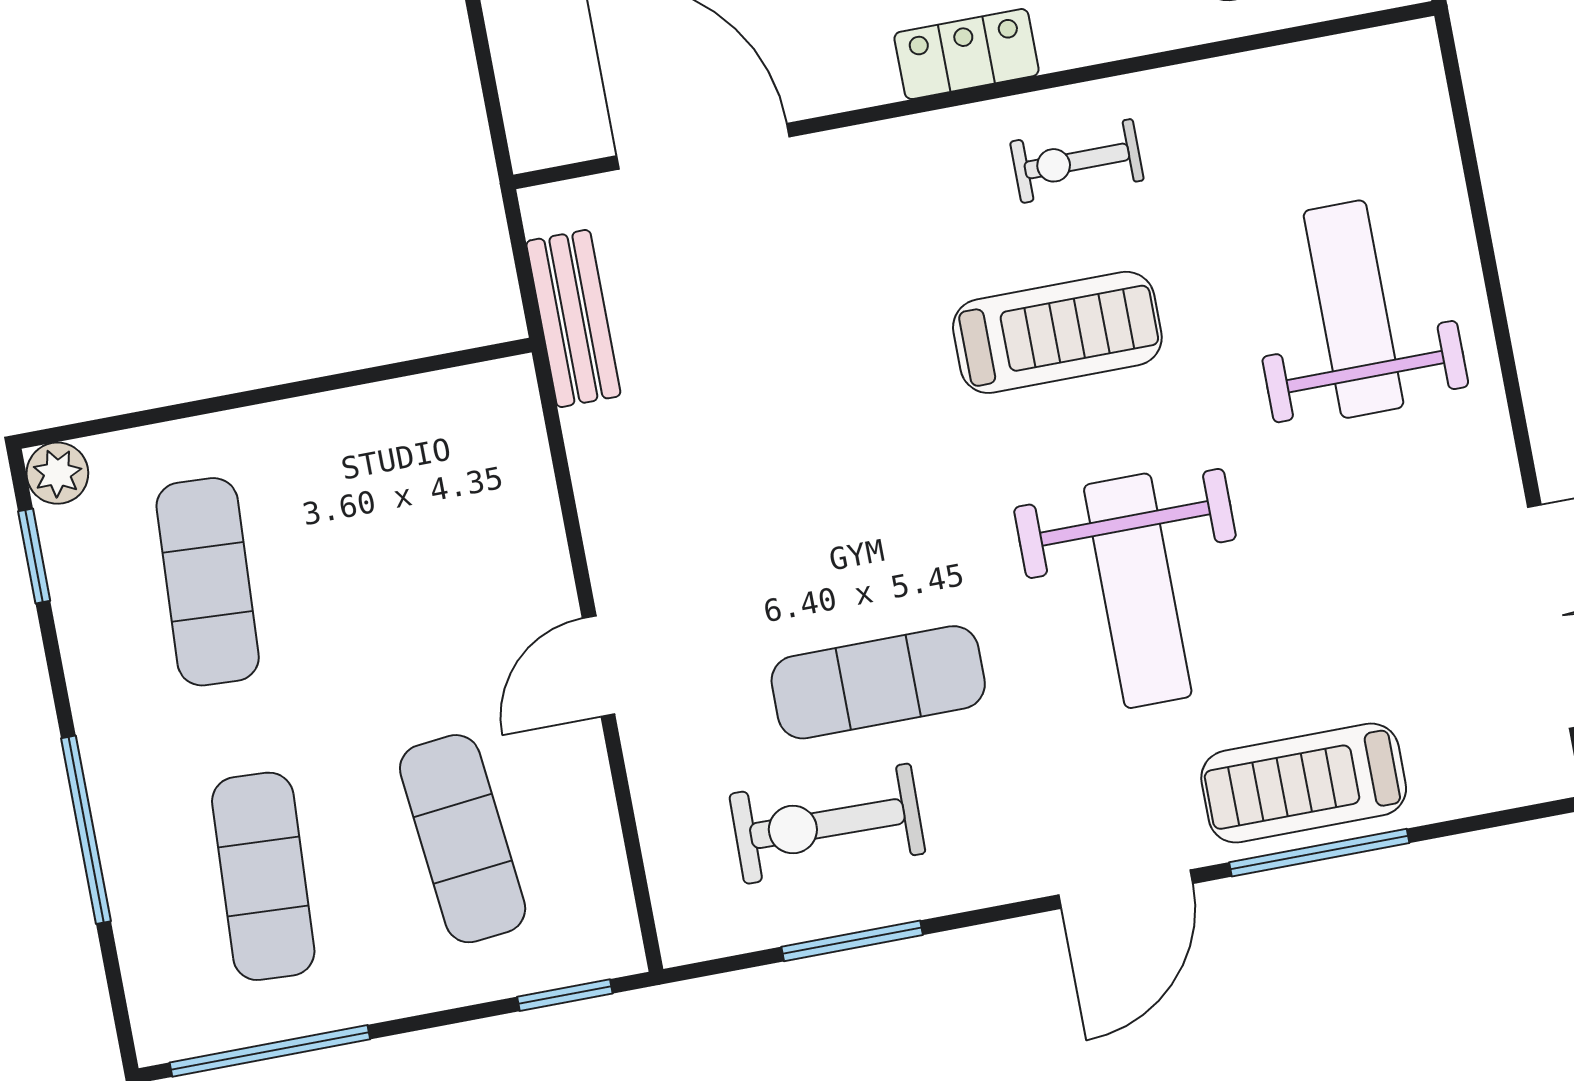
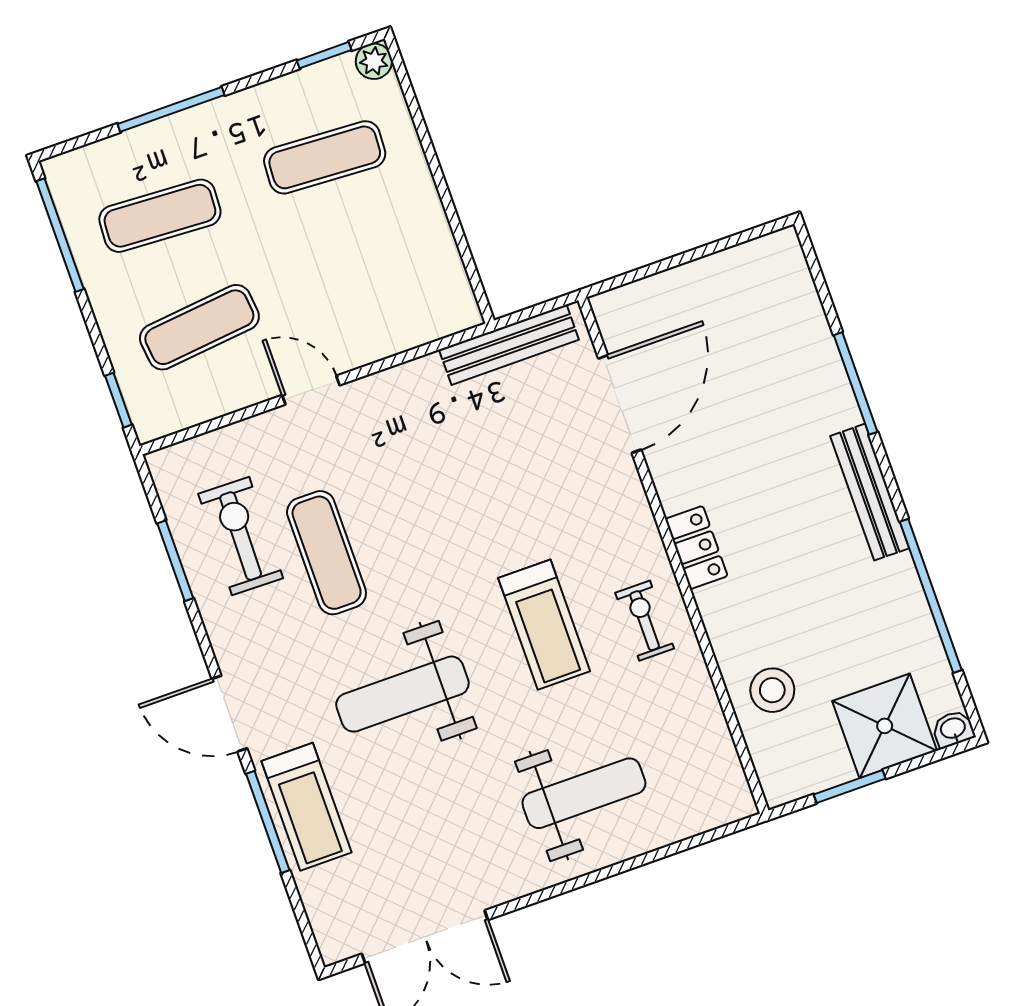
bench: (573, 319) -> (509, 345), width x1.36
treadmill: (1304, 783) -> (306, 807), turned 180

